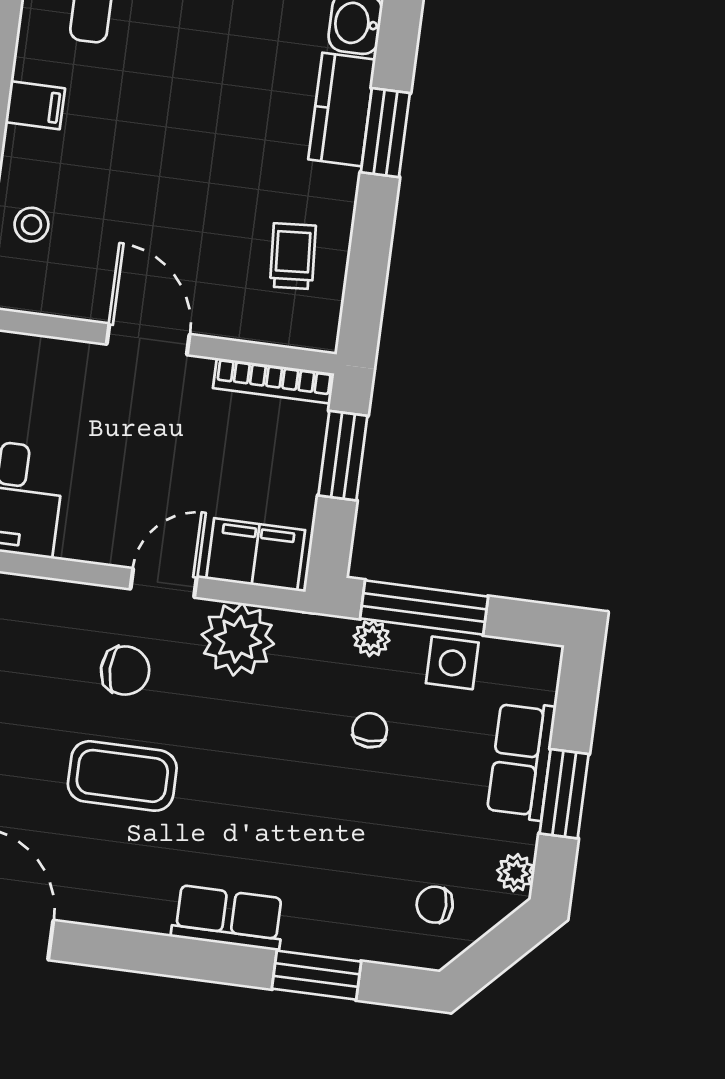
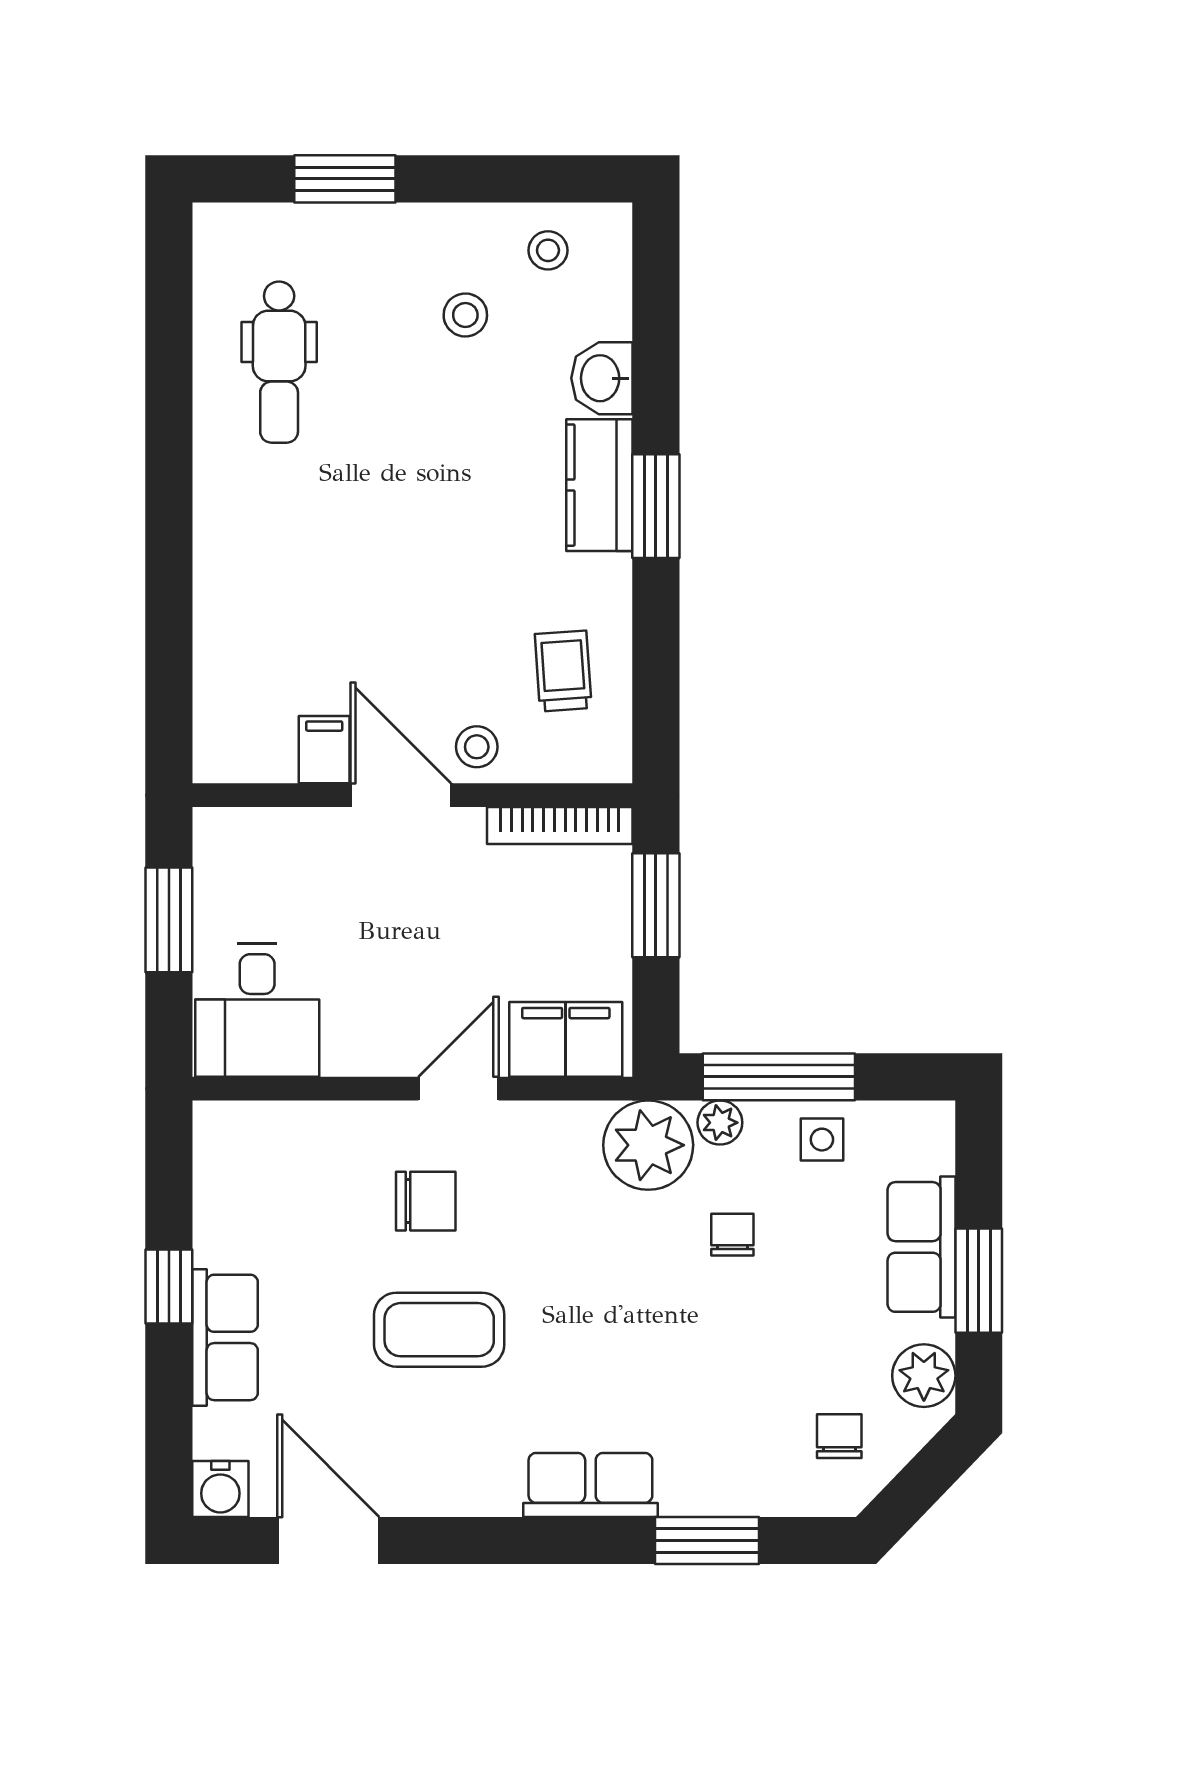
filing cabinet: (35, 105) -> (324, 750), moved, turned -90
stool: (31, 225) -> (477, 747), moved
plant: (238, 639) -> (648, 1145), moved
side table: (452, 663) -> (822, 1140), width x0.73, depth x0.73
plant: (516, 873) -> (924, 1376), width x1.38, depth x1.38
chair: (435, 905) -> (839, 1436), turned 90

